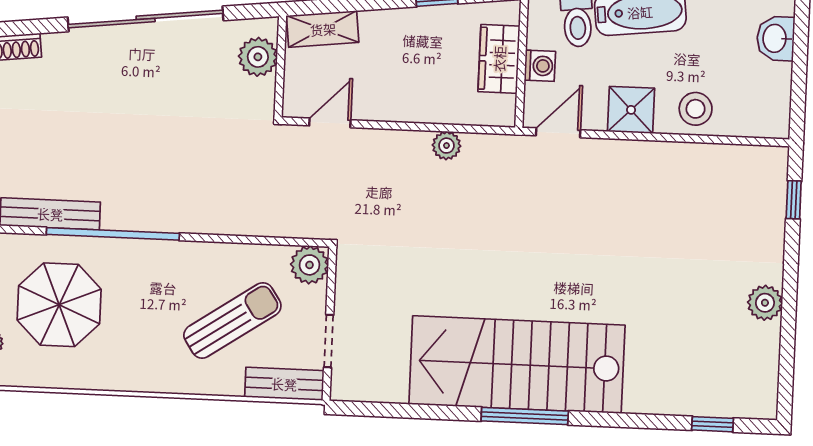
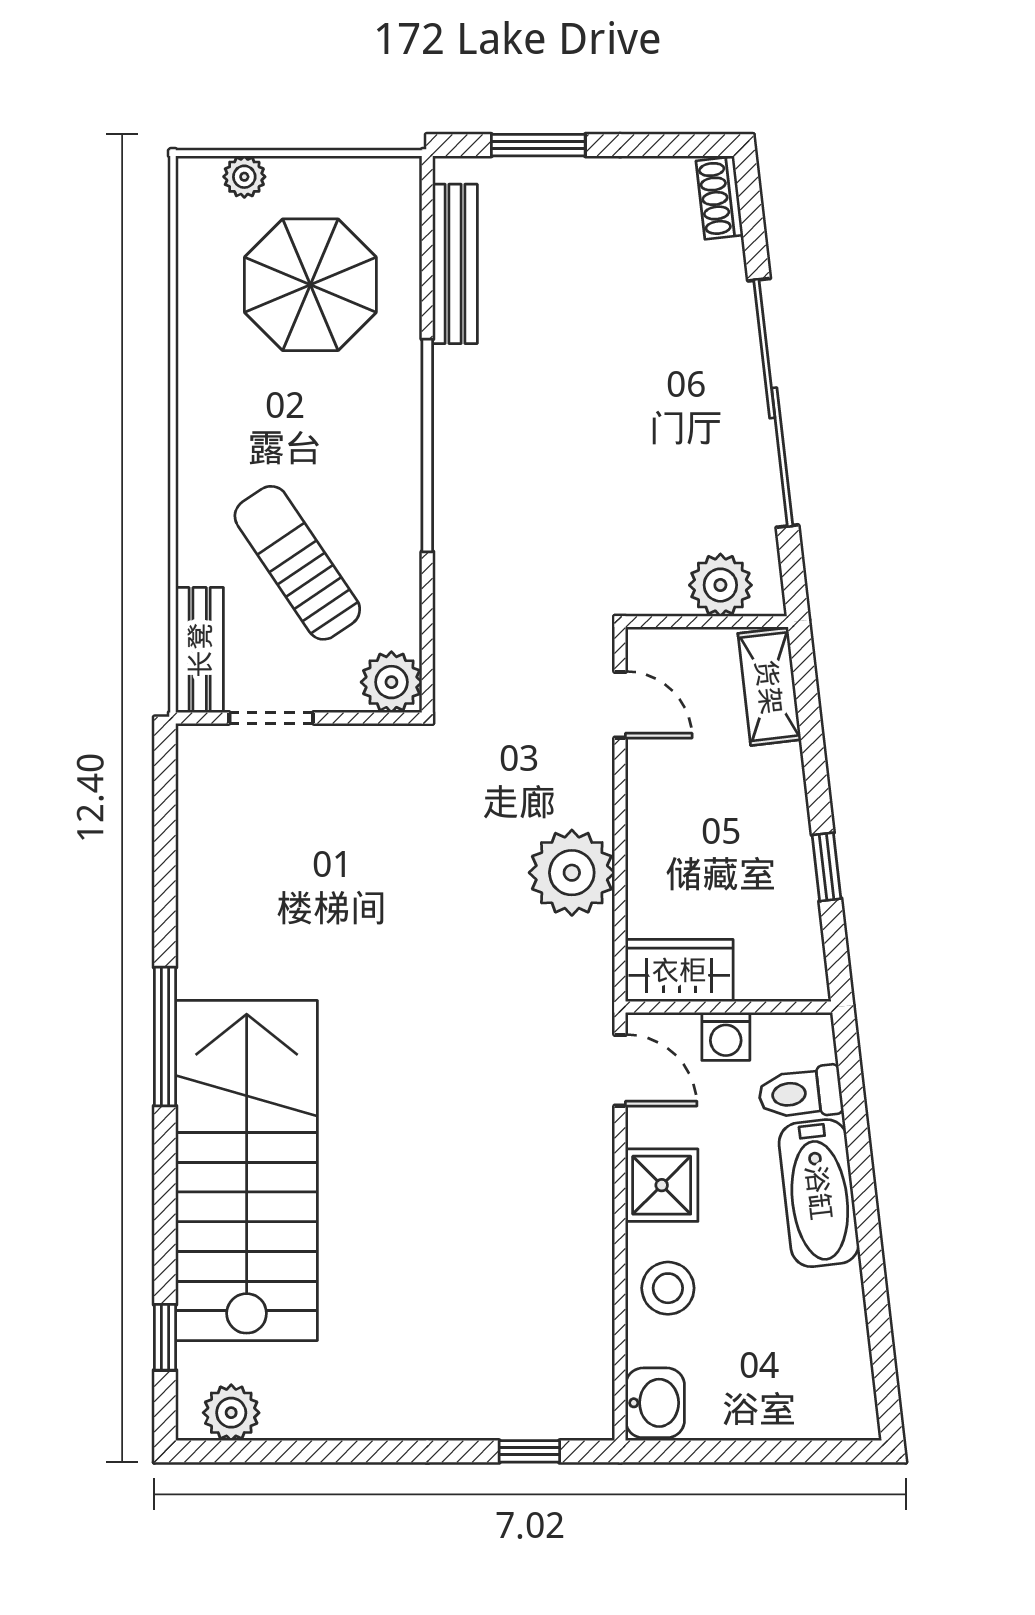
washbasin: (776, 38) -> (655, 1403), moved, turned 90
wardrobe: (499, 59) -> (679, 970), moved
plant: (447, 146) -> (572, 873), width x1.88, depth x1.88
window: (113, 234) -> (427, 445), moved
plant: (765, 303) -> (231, 1413), moved
sun lounger: (232, 320) -> (297, 563), turned 180
stairs: (517, 365) -> (247, 1171), moved

